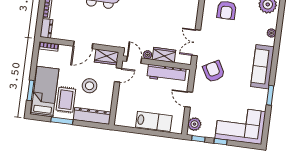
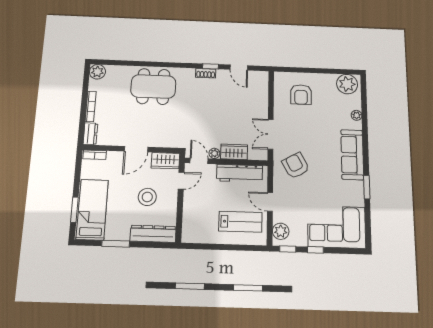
rug: (66, 100) -> (119, 217), removed
lab bench: (154, 121) -> (240, 222), moved

